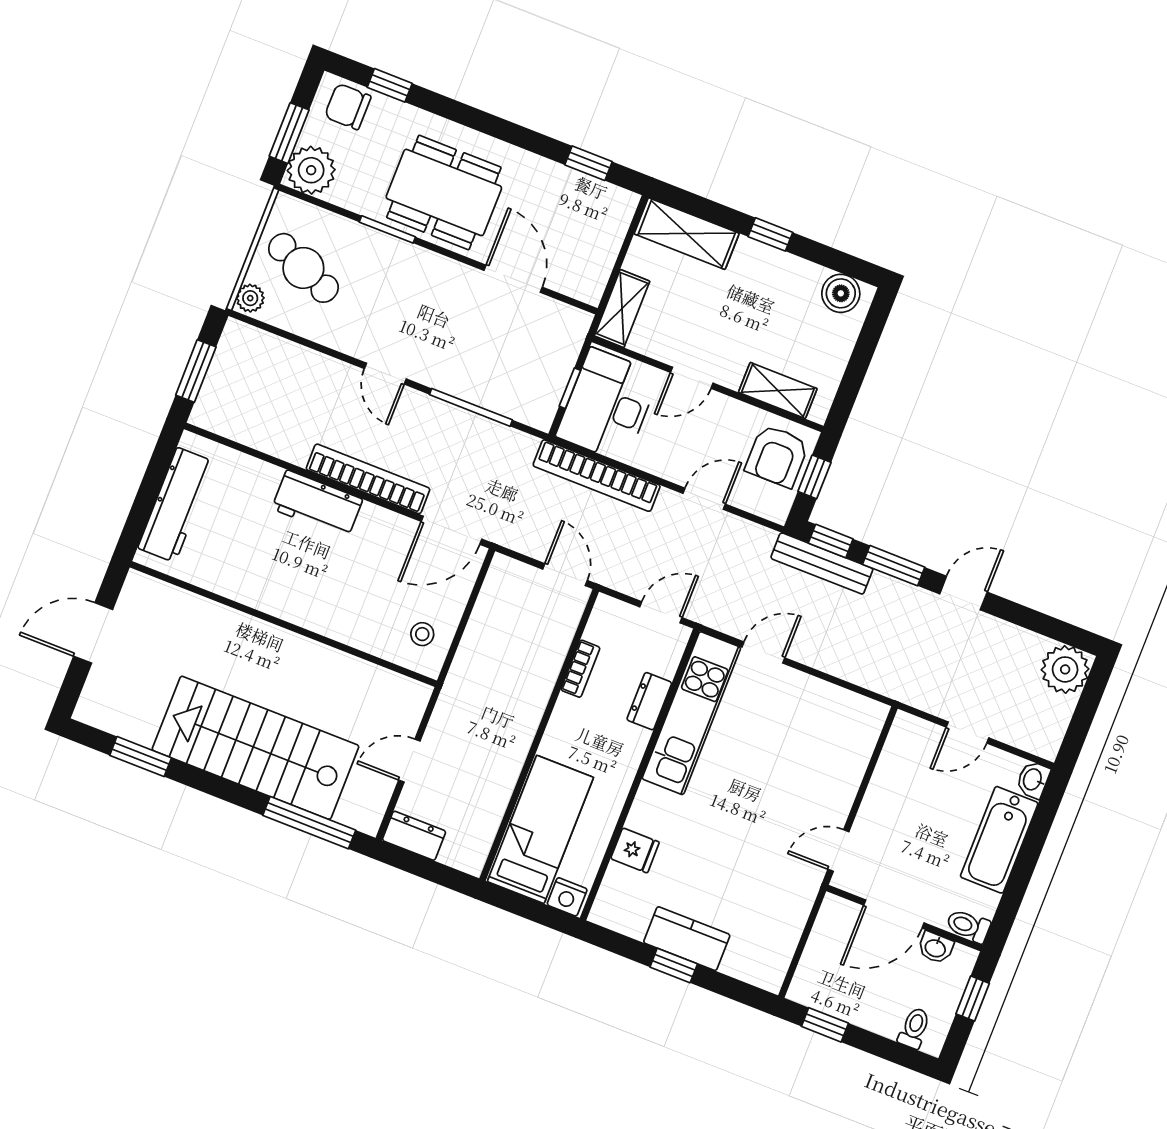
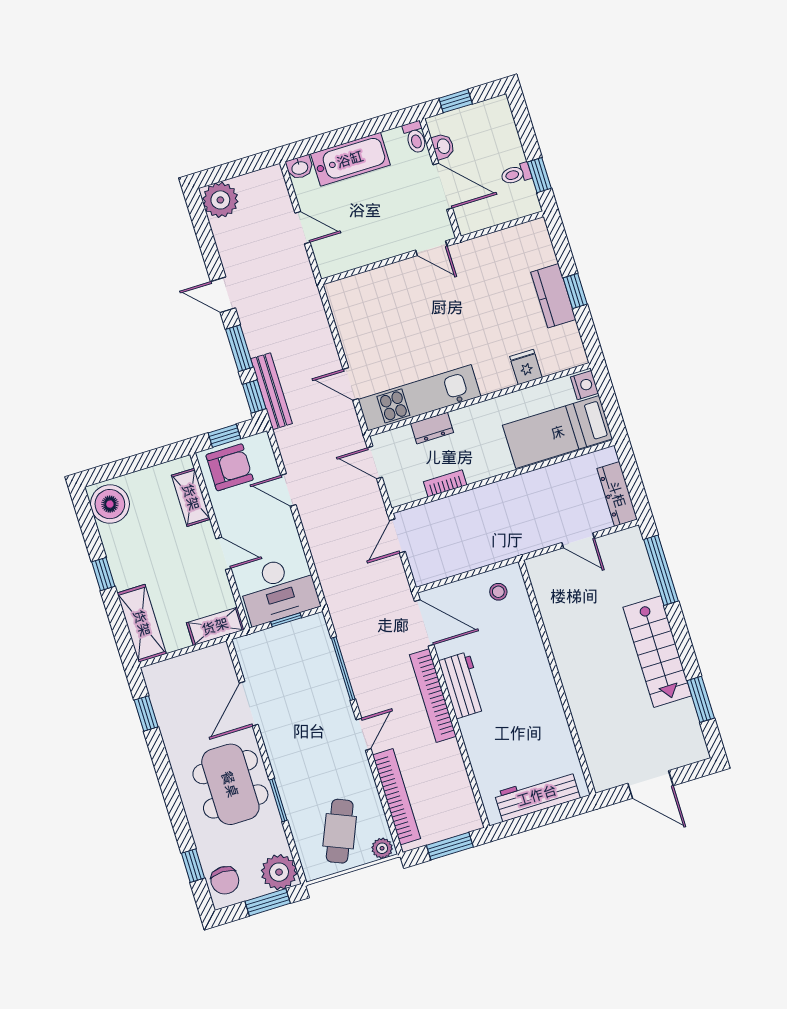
boiler: (841, 293) -> (110, 504), width x1.37, depth x1.37
bookcase: (597, 476) -> (397, 797), moved
workbench: (317, 504) -> (462, 685), moved
stairs: (256, 748) -> (657, 652), width x0.73, depth x0.66
dresser: (414, 836) -> (617, 494), width x1.44
toilet: (914, 1028) -> (516, 174), moved

